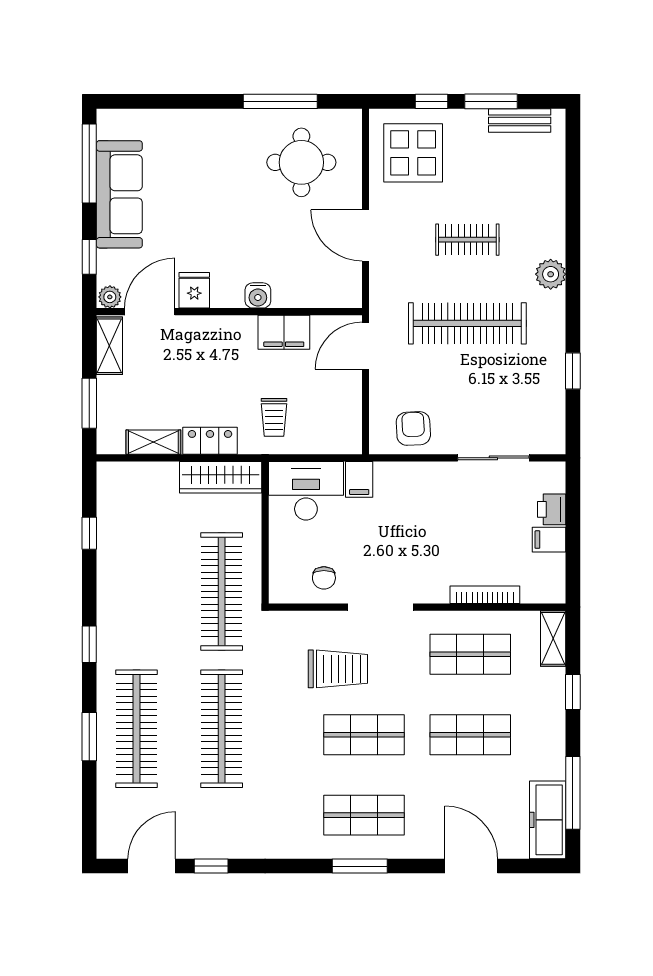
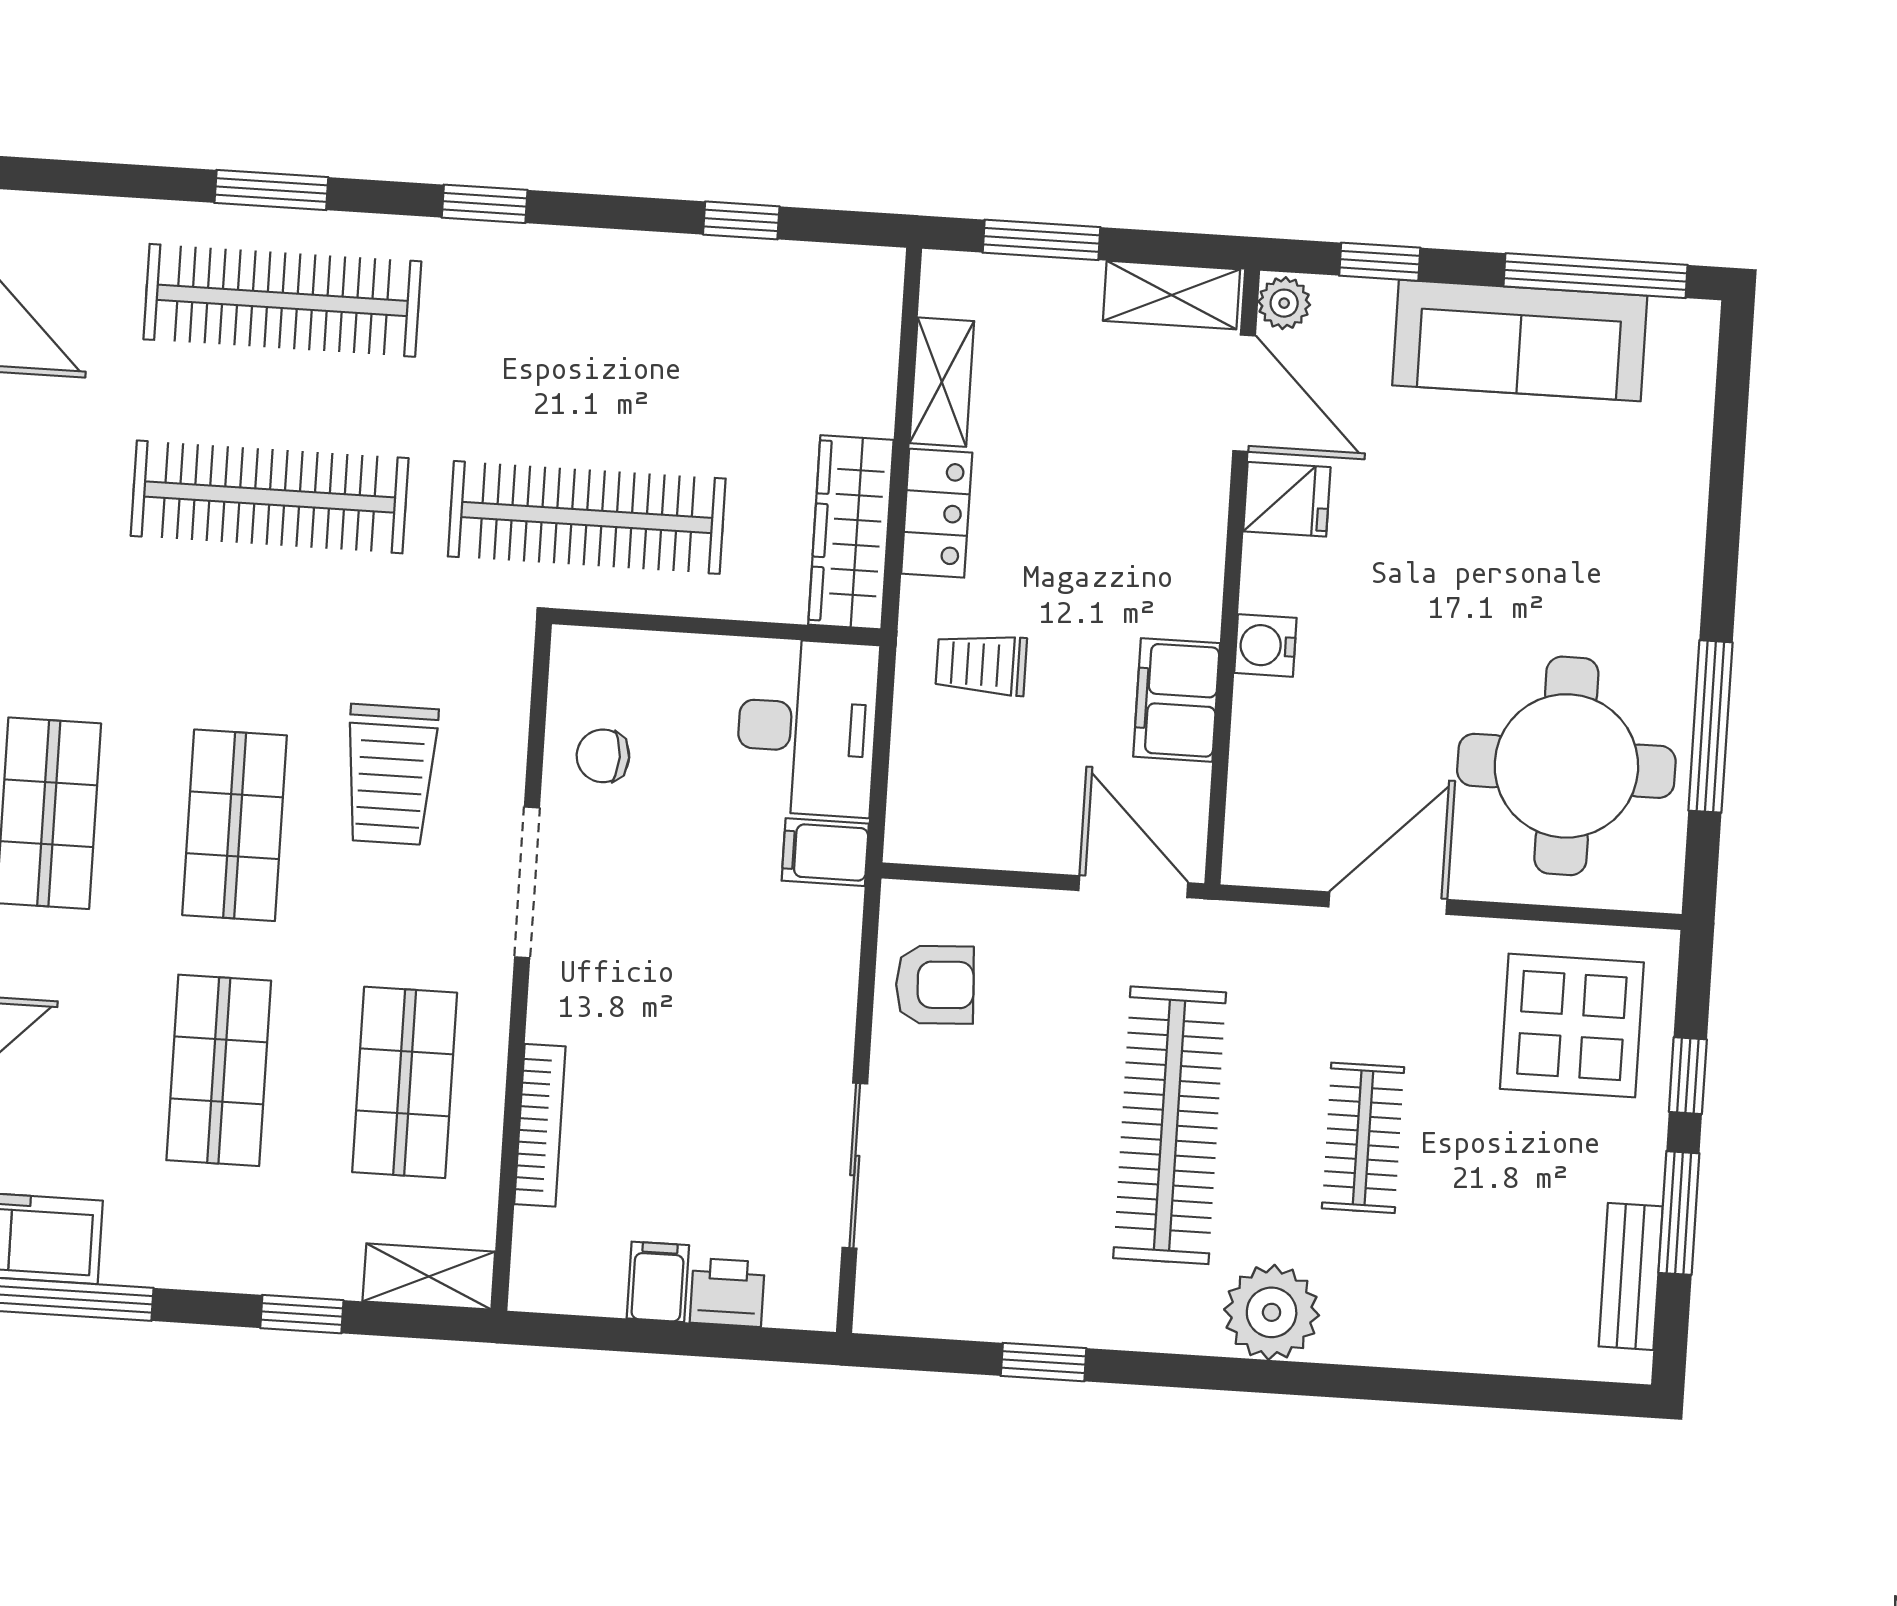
round table: (301, 162) -> (1566, 766), width x1.36, depth x1.36
plant: (551, 274) -> (1272, 1312), width x1.36, depth x1.36

